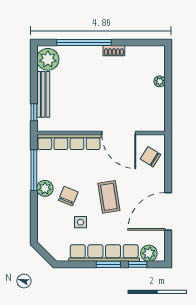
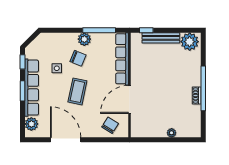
window: (84, 43) -> (203, 88), moved
coffee table: (109, 197) -> (77, 91), turned -69
window: (138, 264) -> (22, 62), moved

